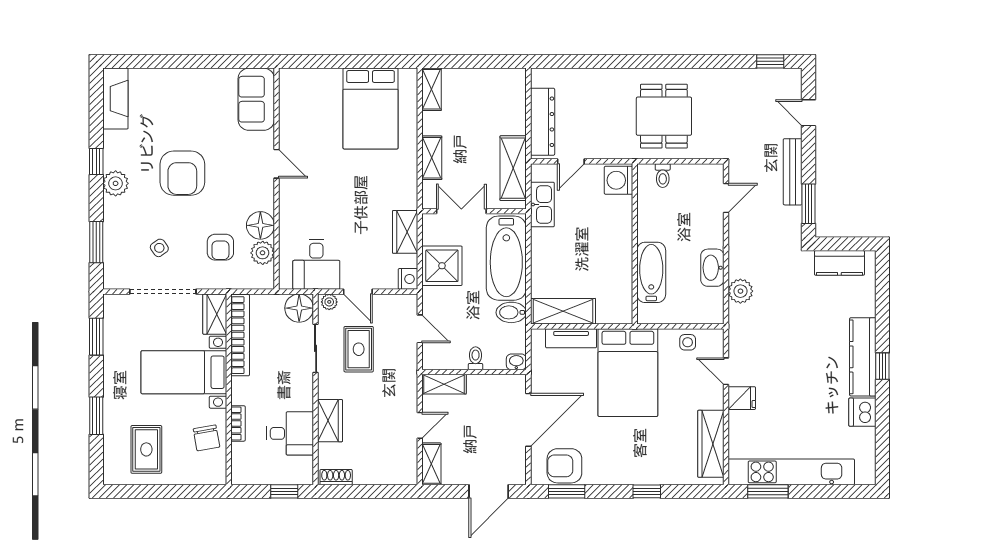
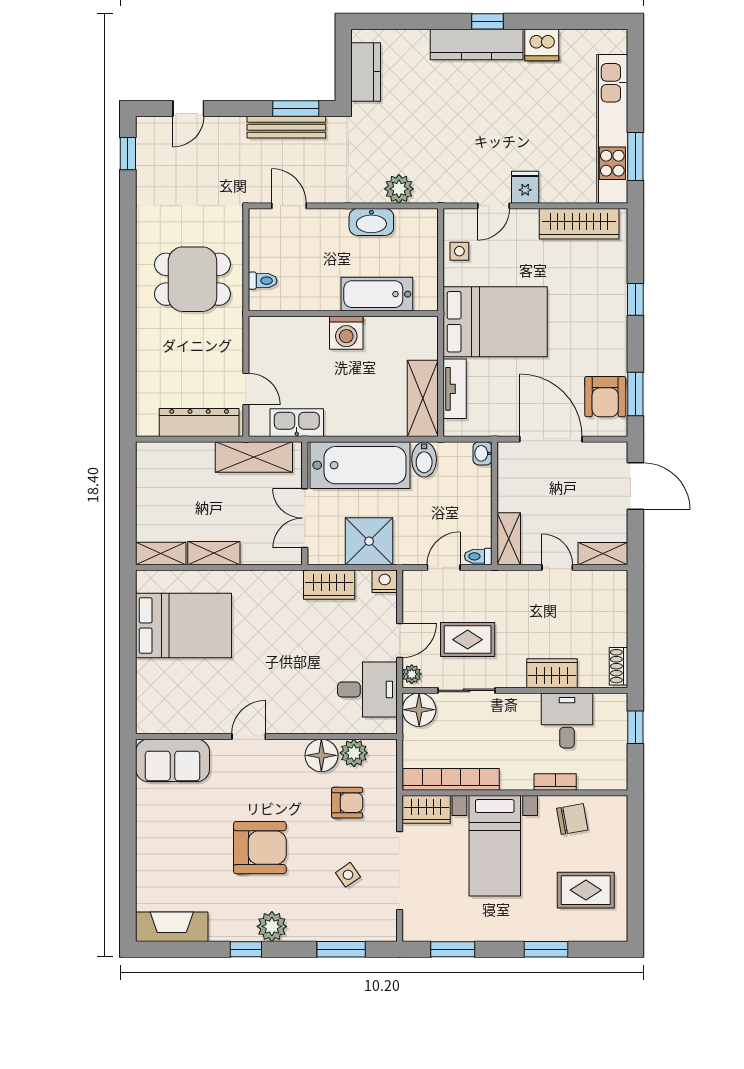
shelving: (432, 158) -> (214, 553), moved
bench: (793, 172) -> (286, 127), moved
washing machine: (618, 180) -> (346, 333), moved
toilet: (476, 358) -> (478, 556), moved

